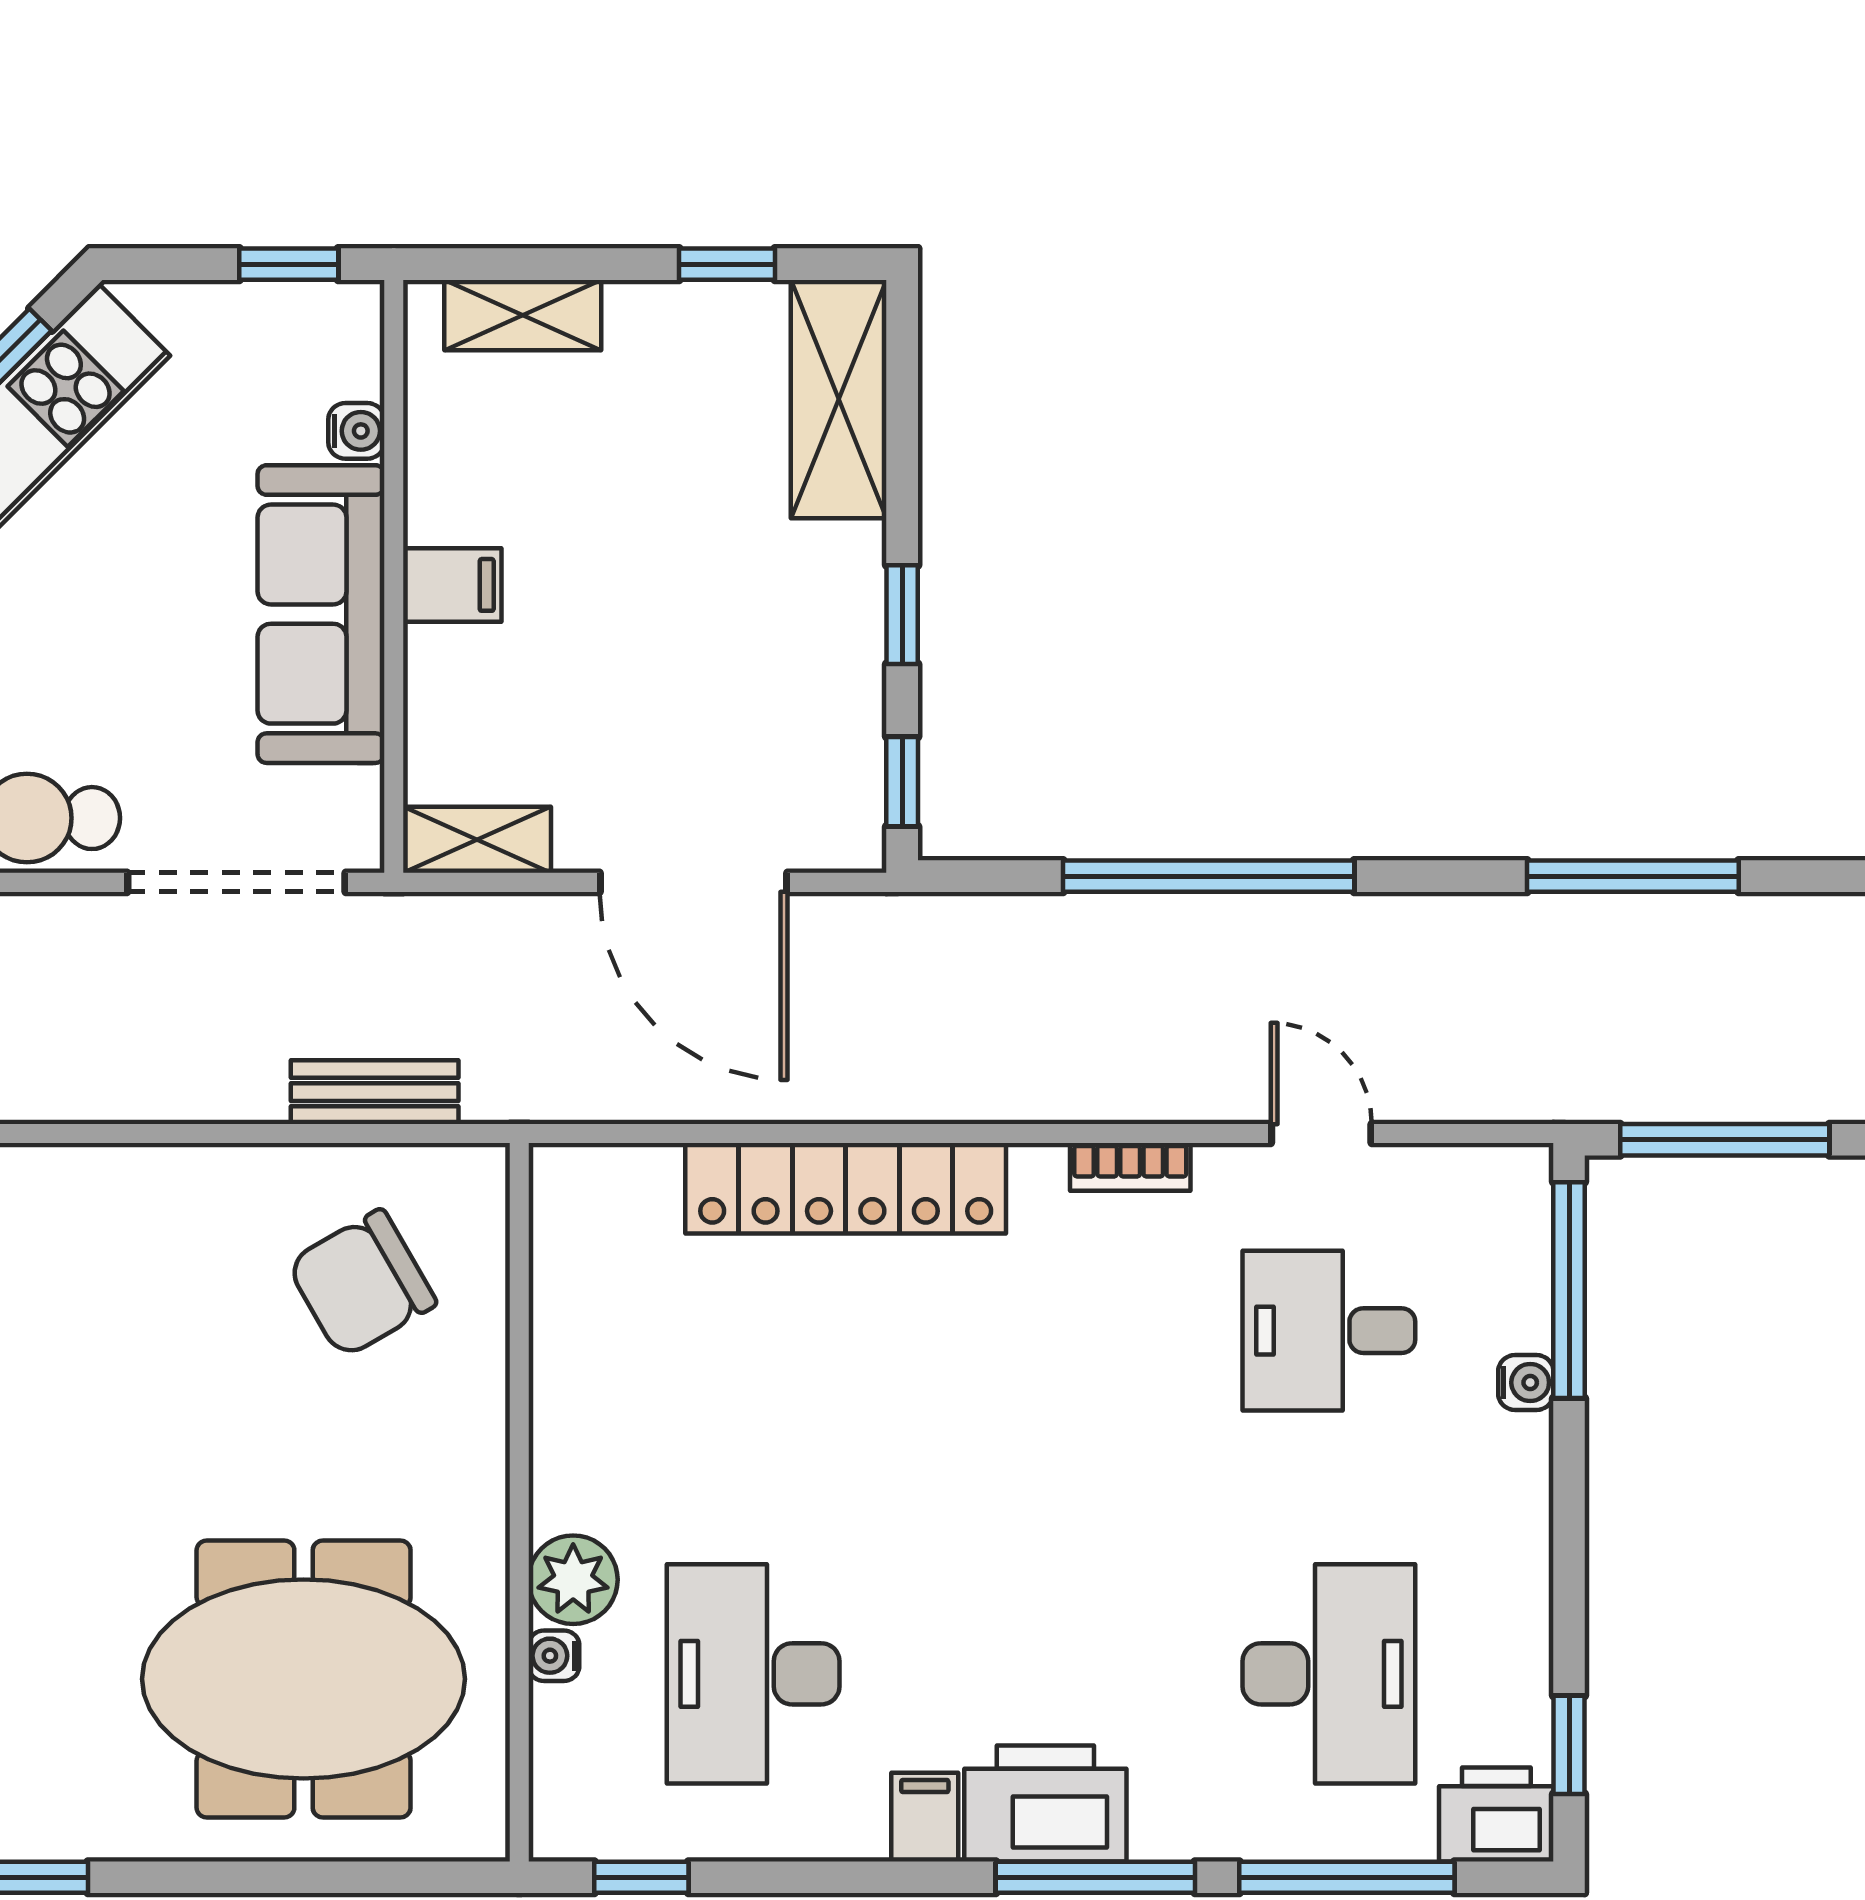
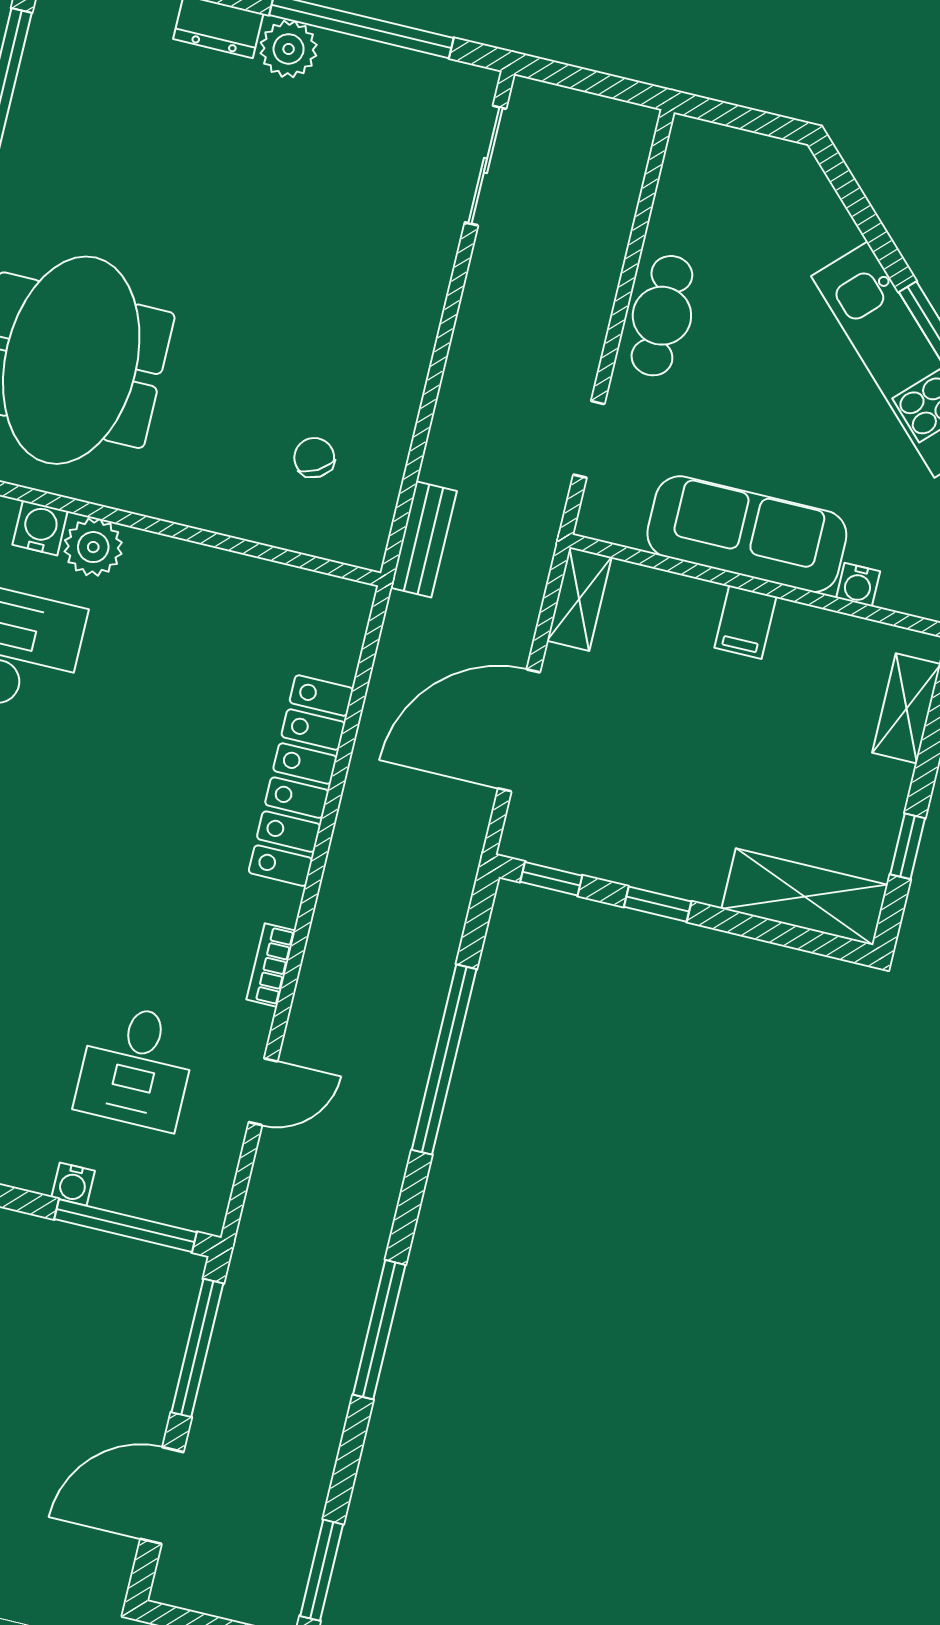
doorway: (236, 882) -> (589, 439), width x0.53
bench: (375, 1092) -> (424, 539), moved
chair: (362, 1284) -> (314, 458), width x0.54, depth x0.54
desk: (1329, 1331) -> (136, 1067), turned 180
water cooler: (554, 1656) -> (40, 528), width x1.38, depth x1.38

